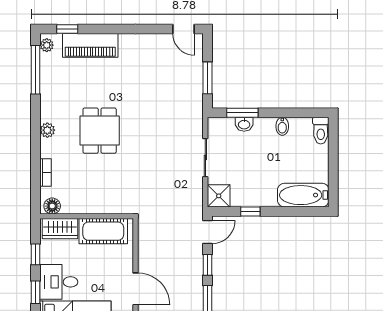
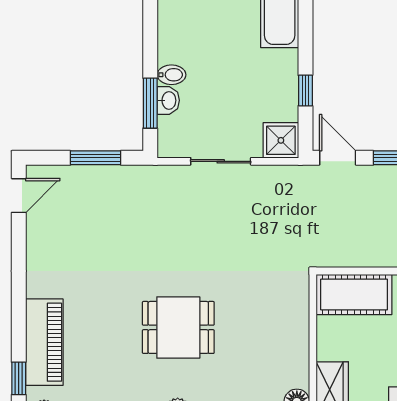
bidet: (282, 126) -> (171, 75), moved
cot: (103, 231) -> (354, 294), moved, turned 90

